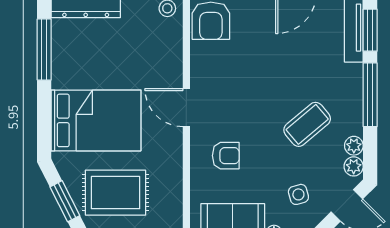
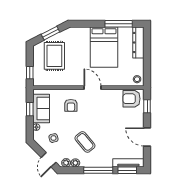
door: (186, 108) -> (93, 88), hinge flipped
bed: (96, 120) -> (104, 47), moved

